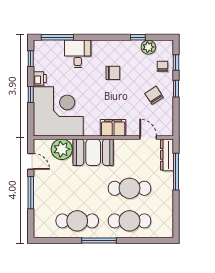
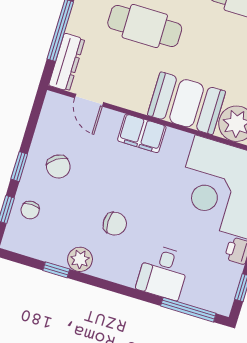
plant: (148, 47) -> (80, 259), moved
chair: (113, 73) -> (115, 224), turned 180

